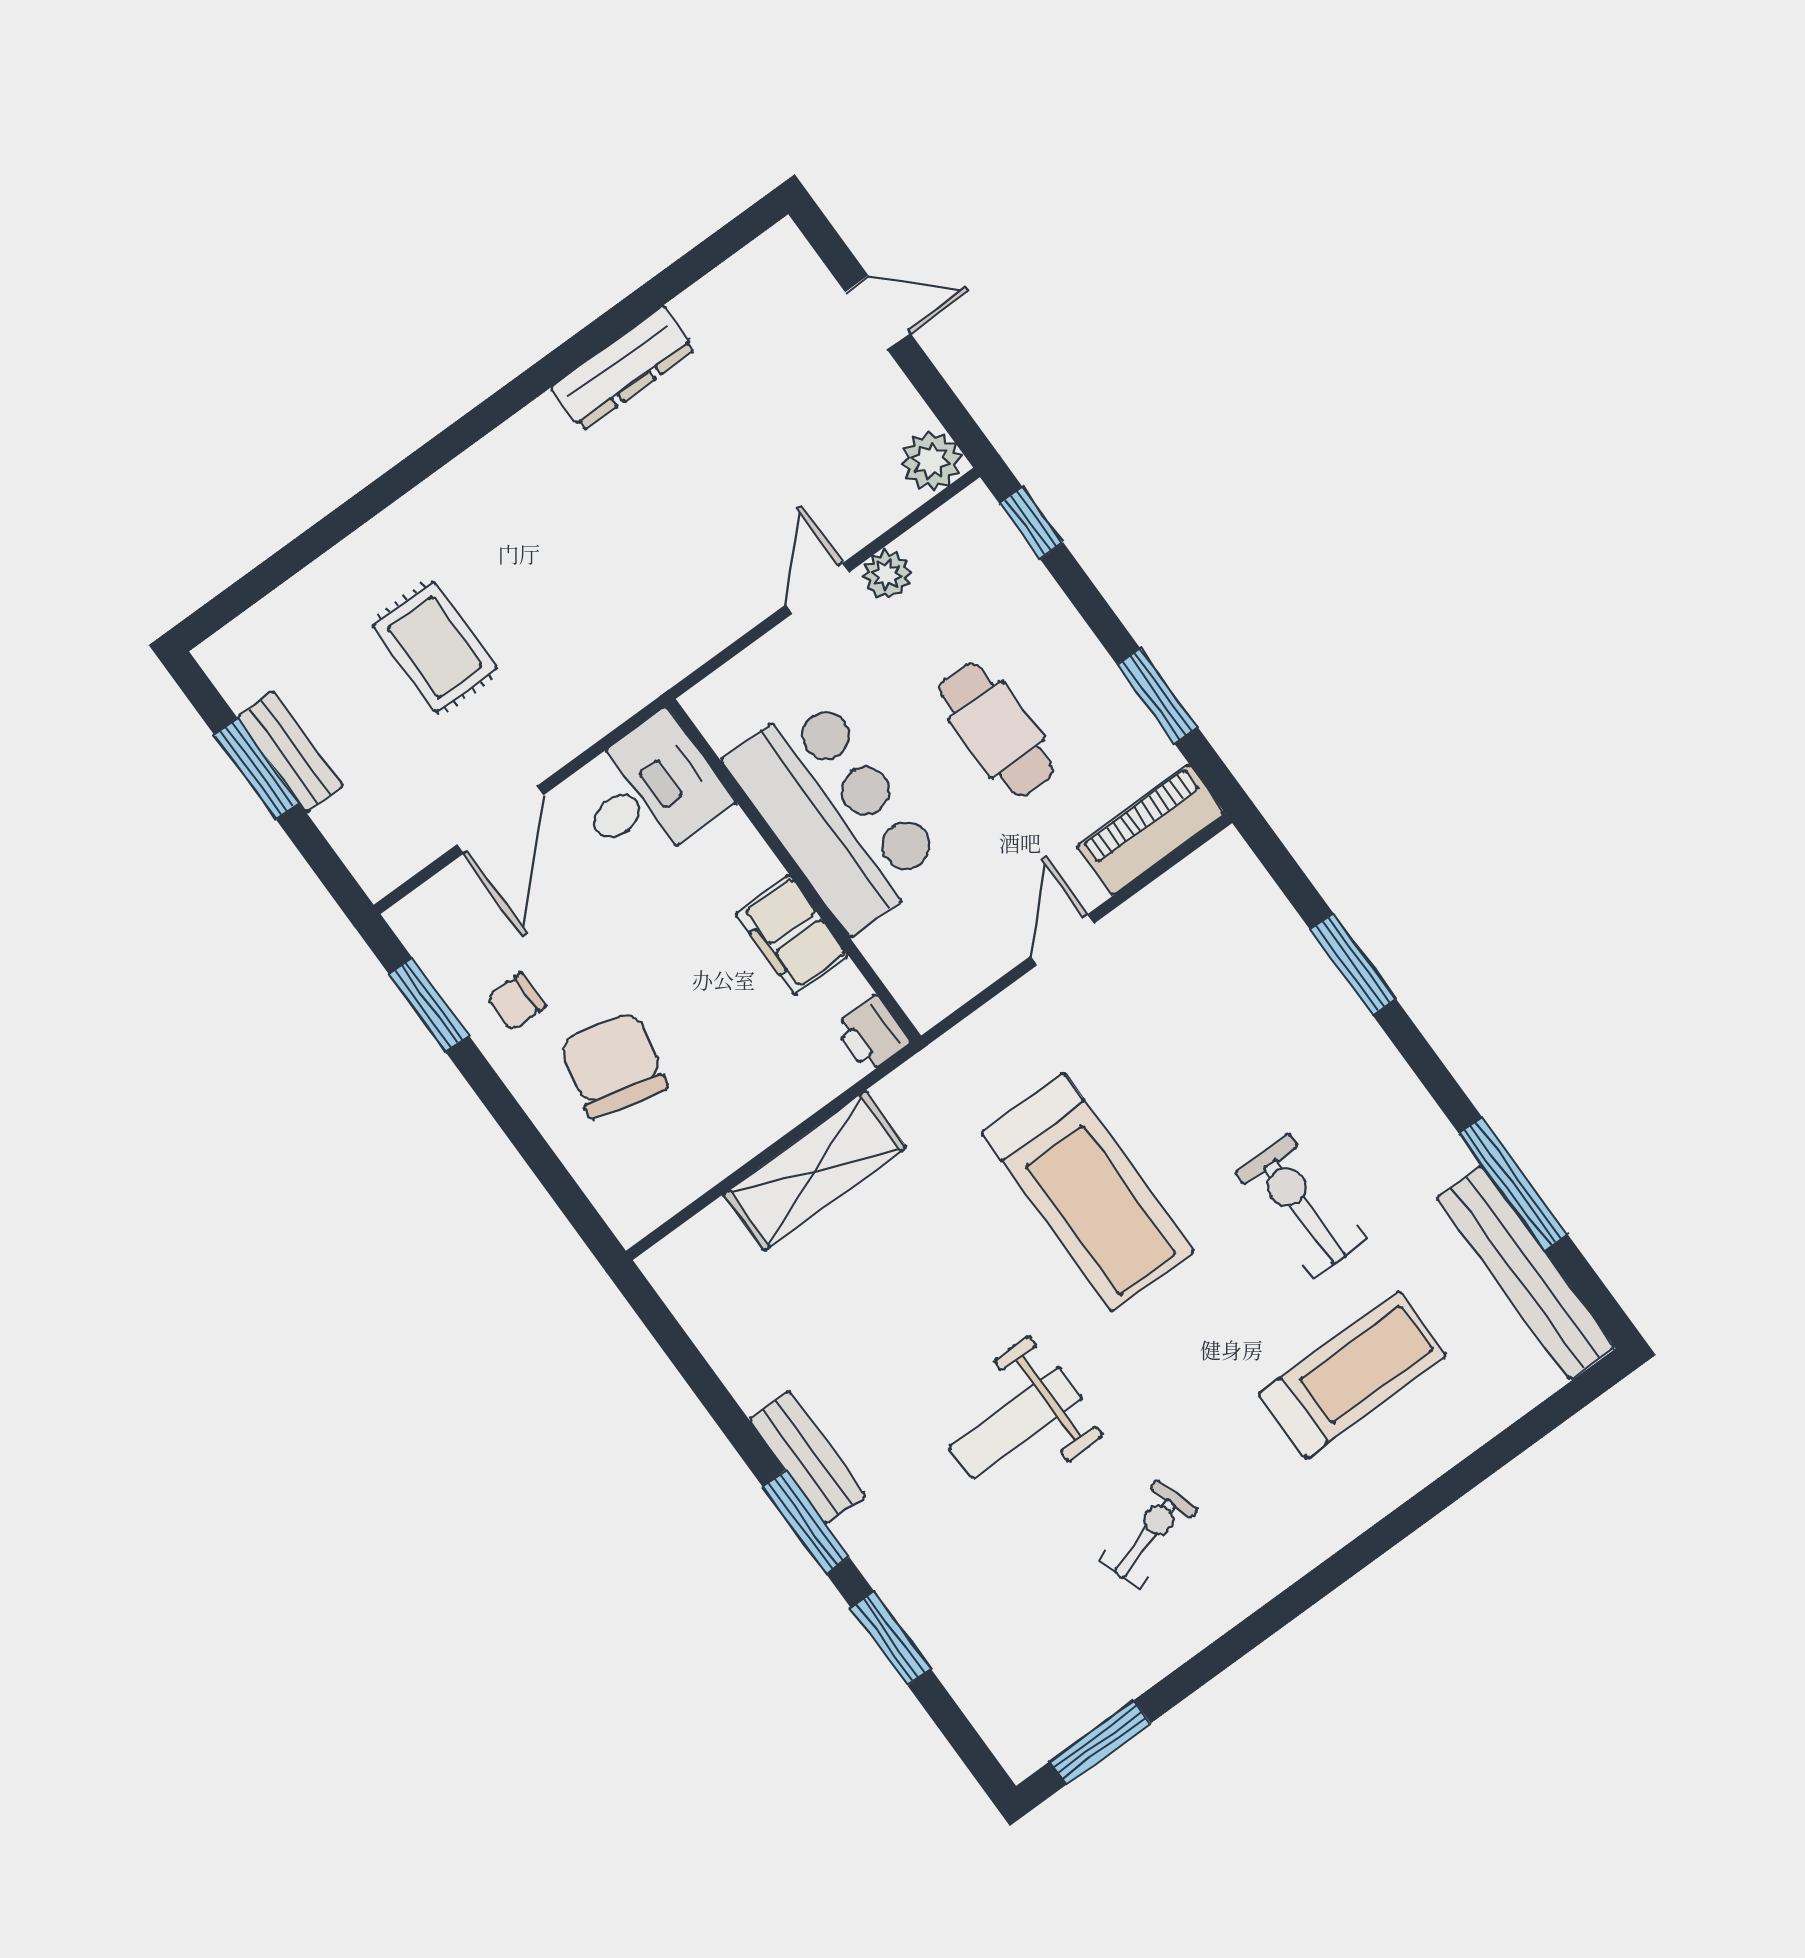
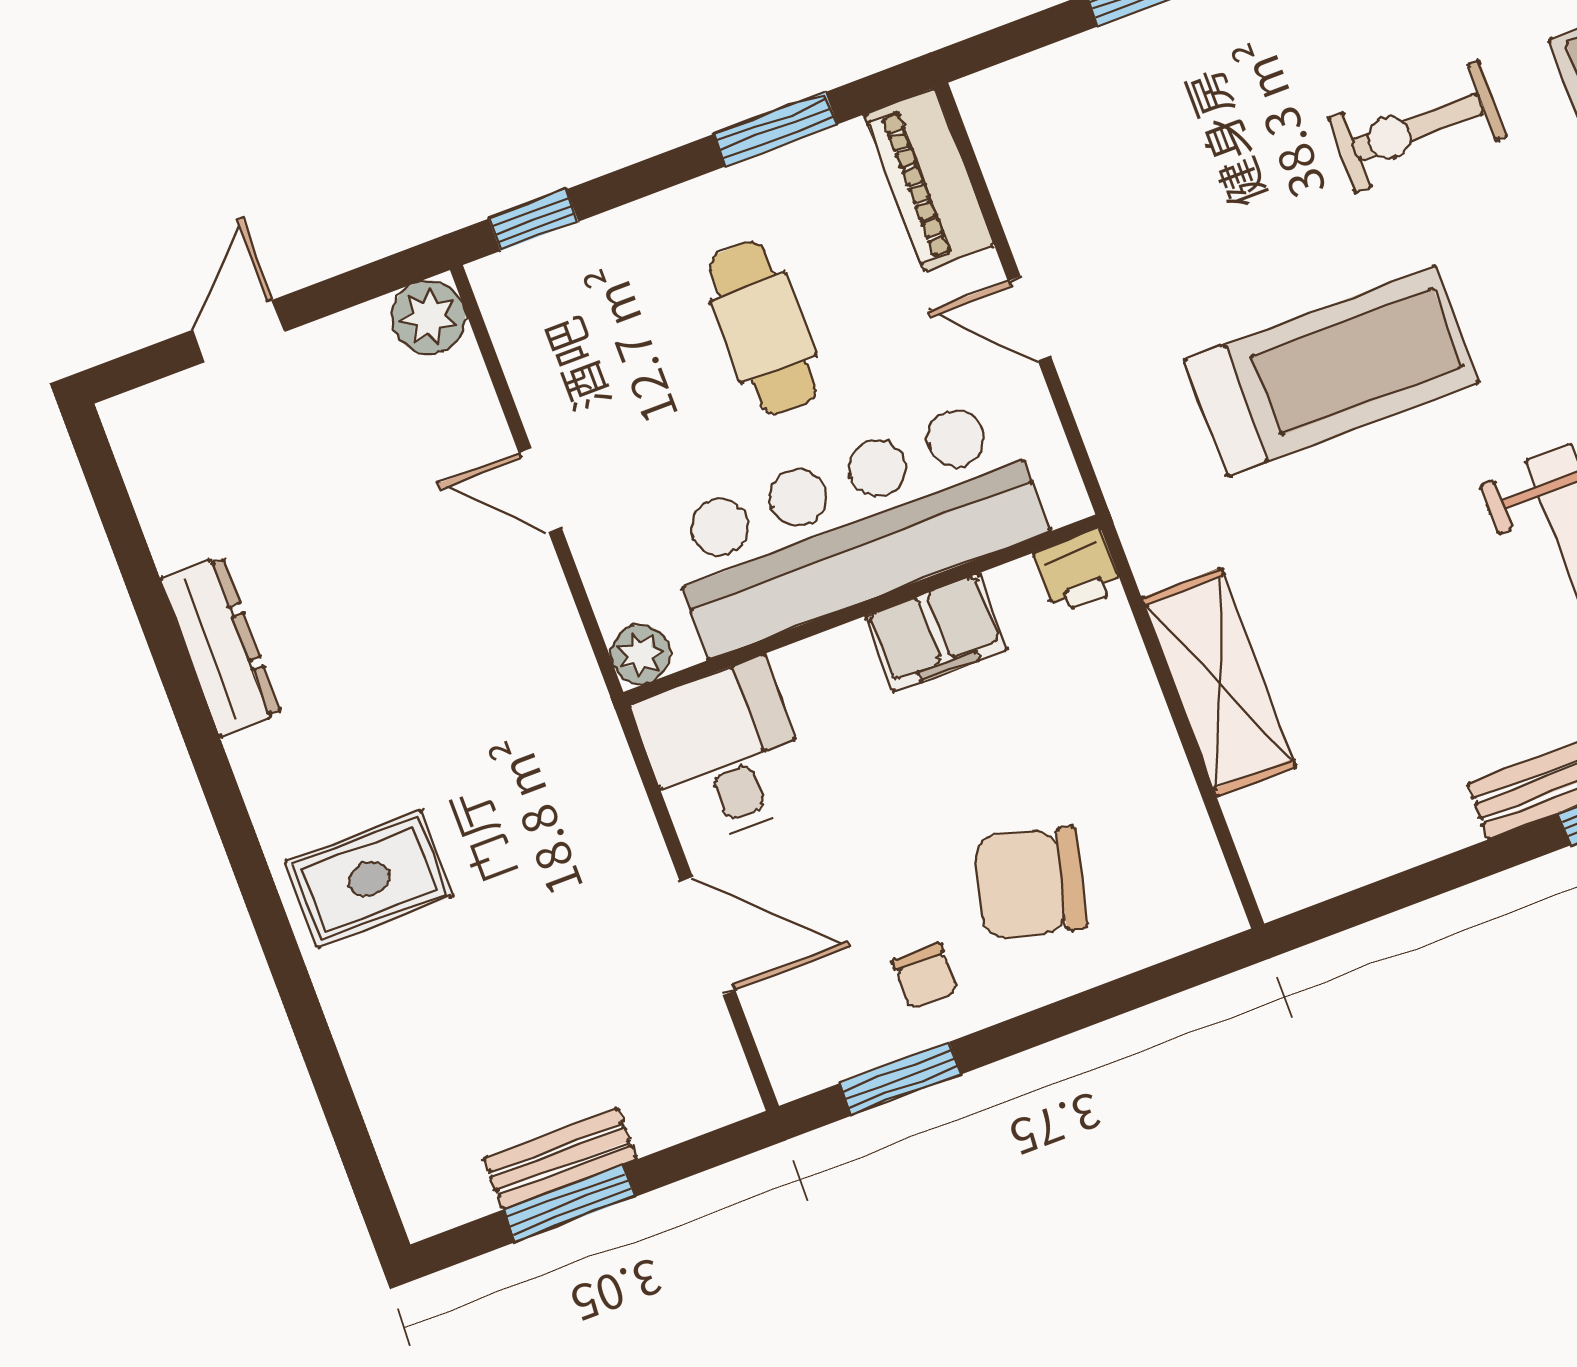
plant: (887, 575) -> (640, 654), moved
rug: (435, 647) -> (369, 879), moved
cafe table: (996, 730) -> (763, 328), turned 90
bar counter: (835, 813) -> (854, 526), width x1.36

